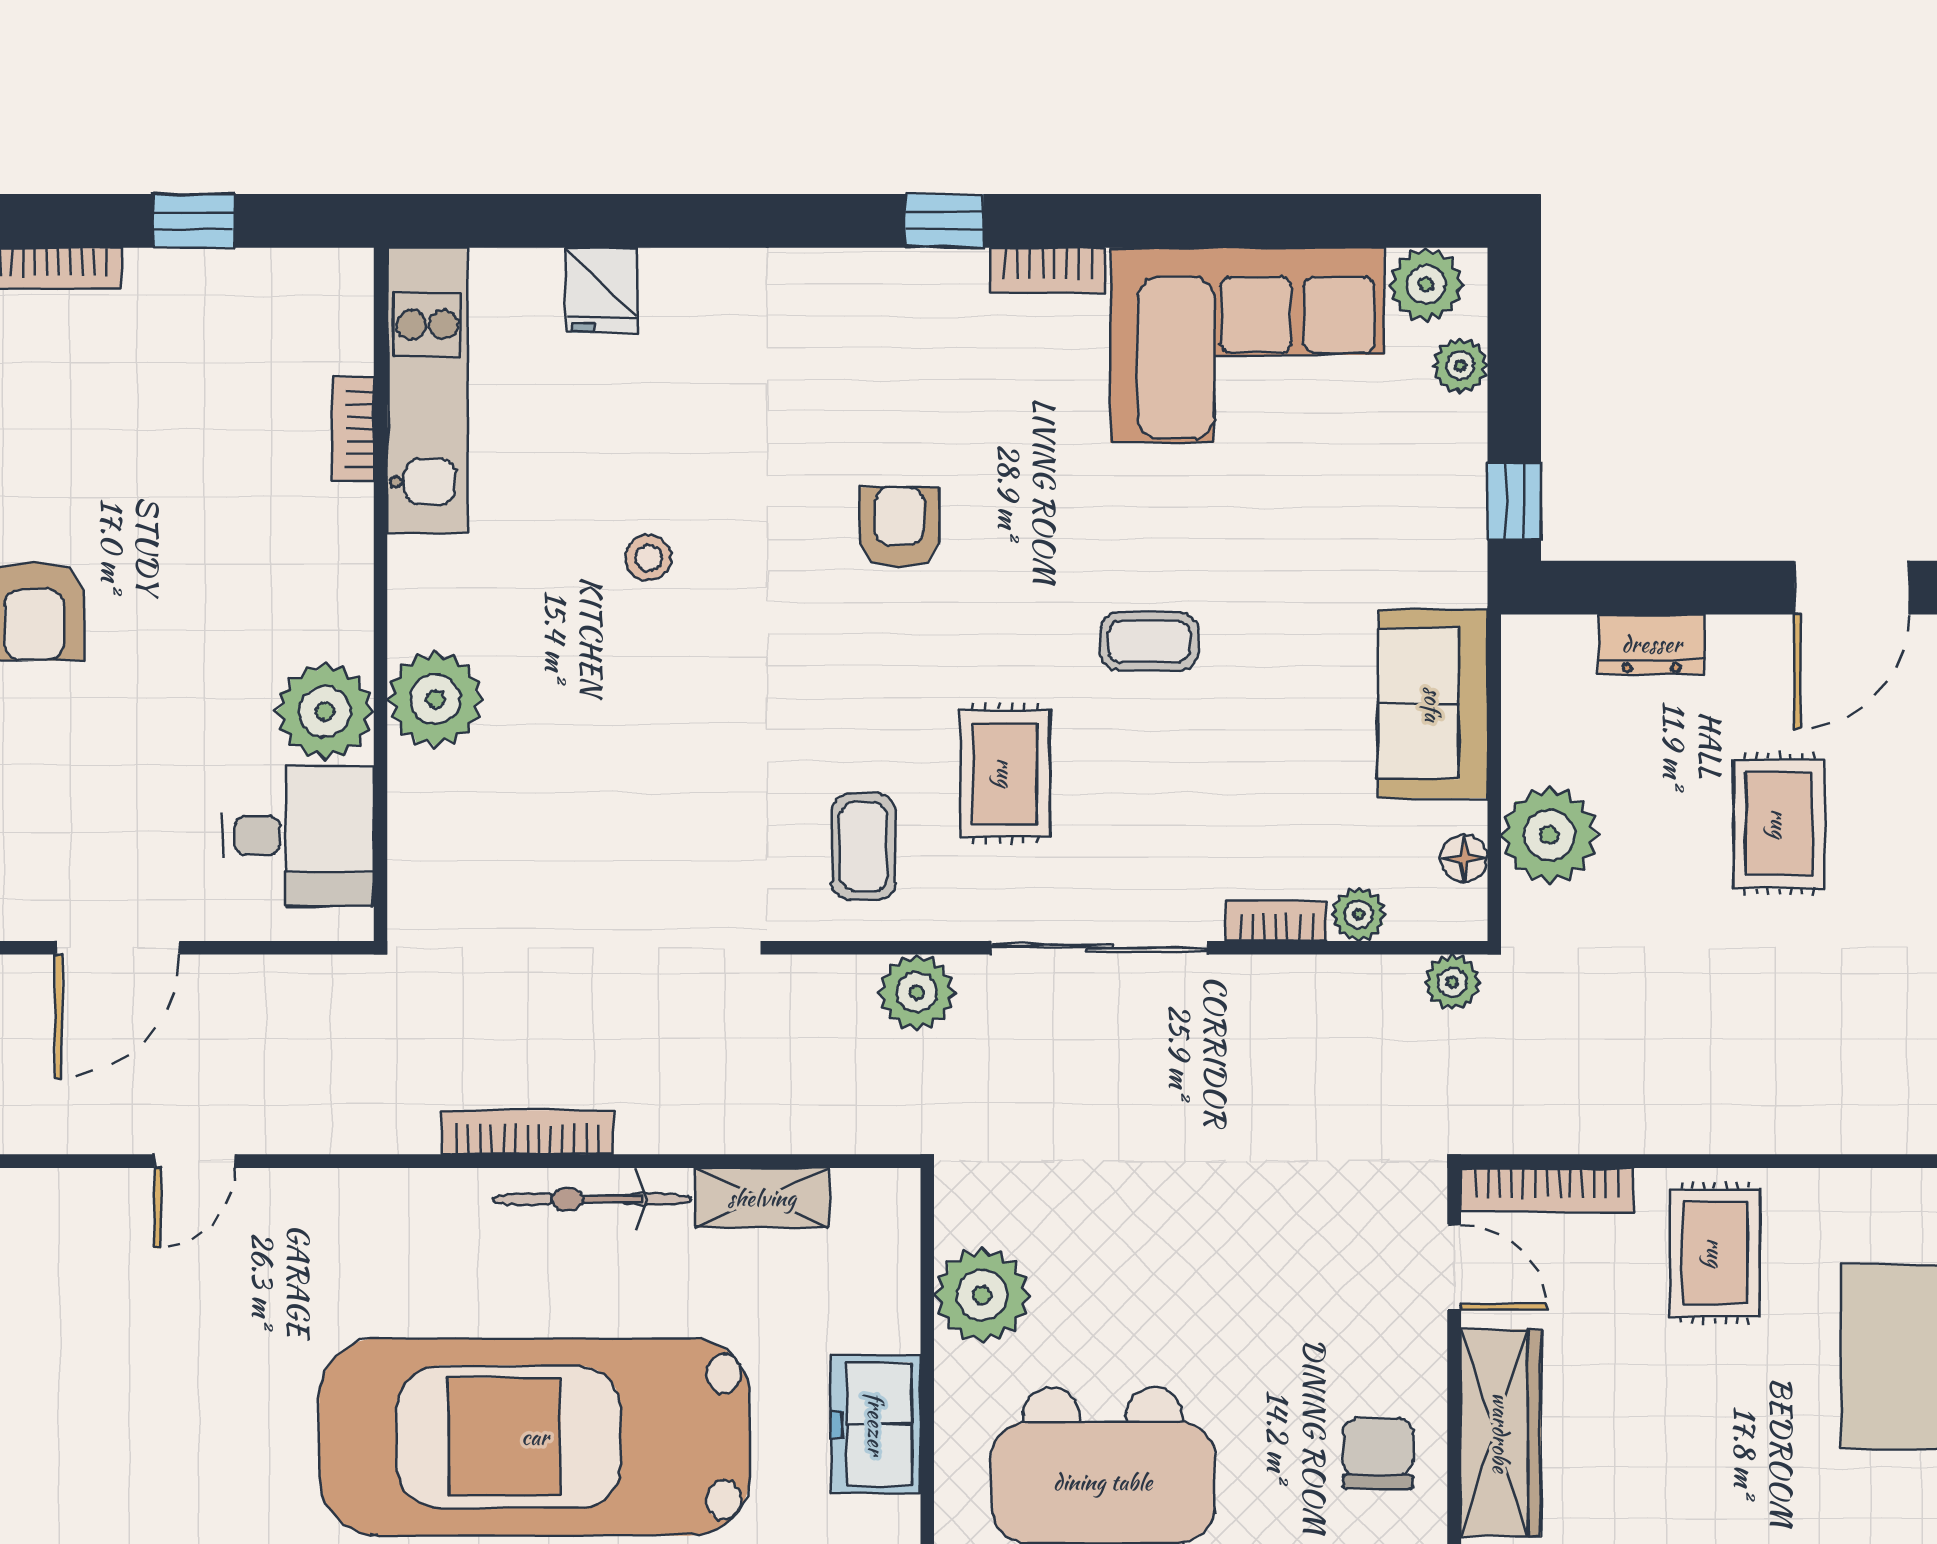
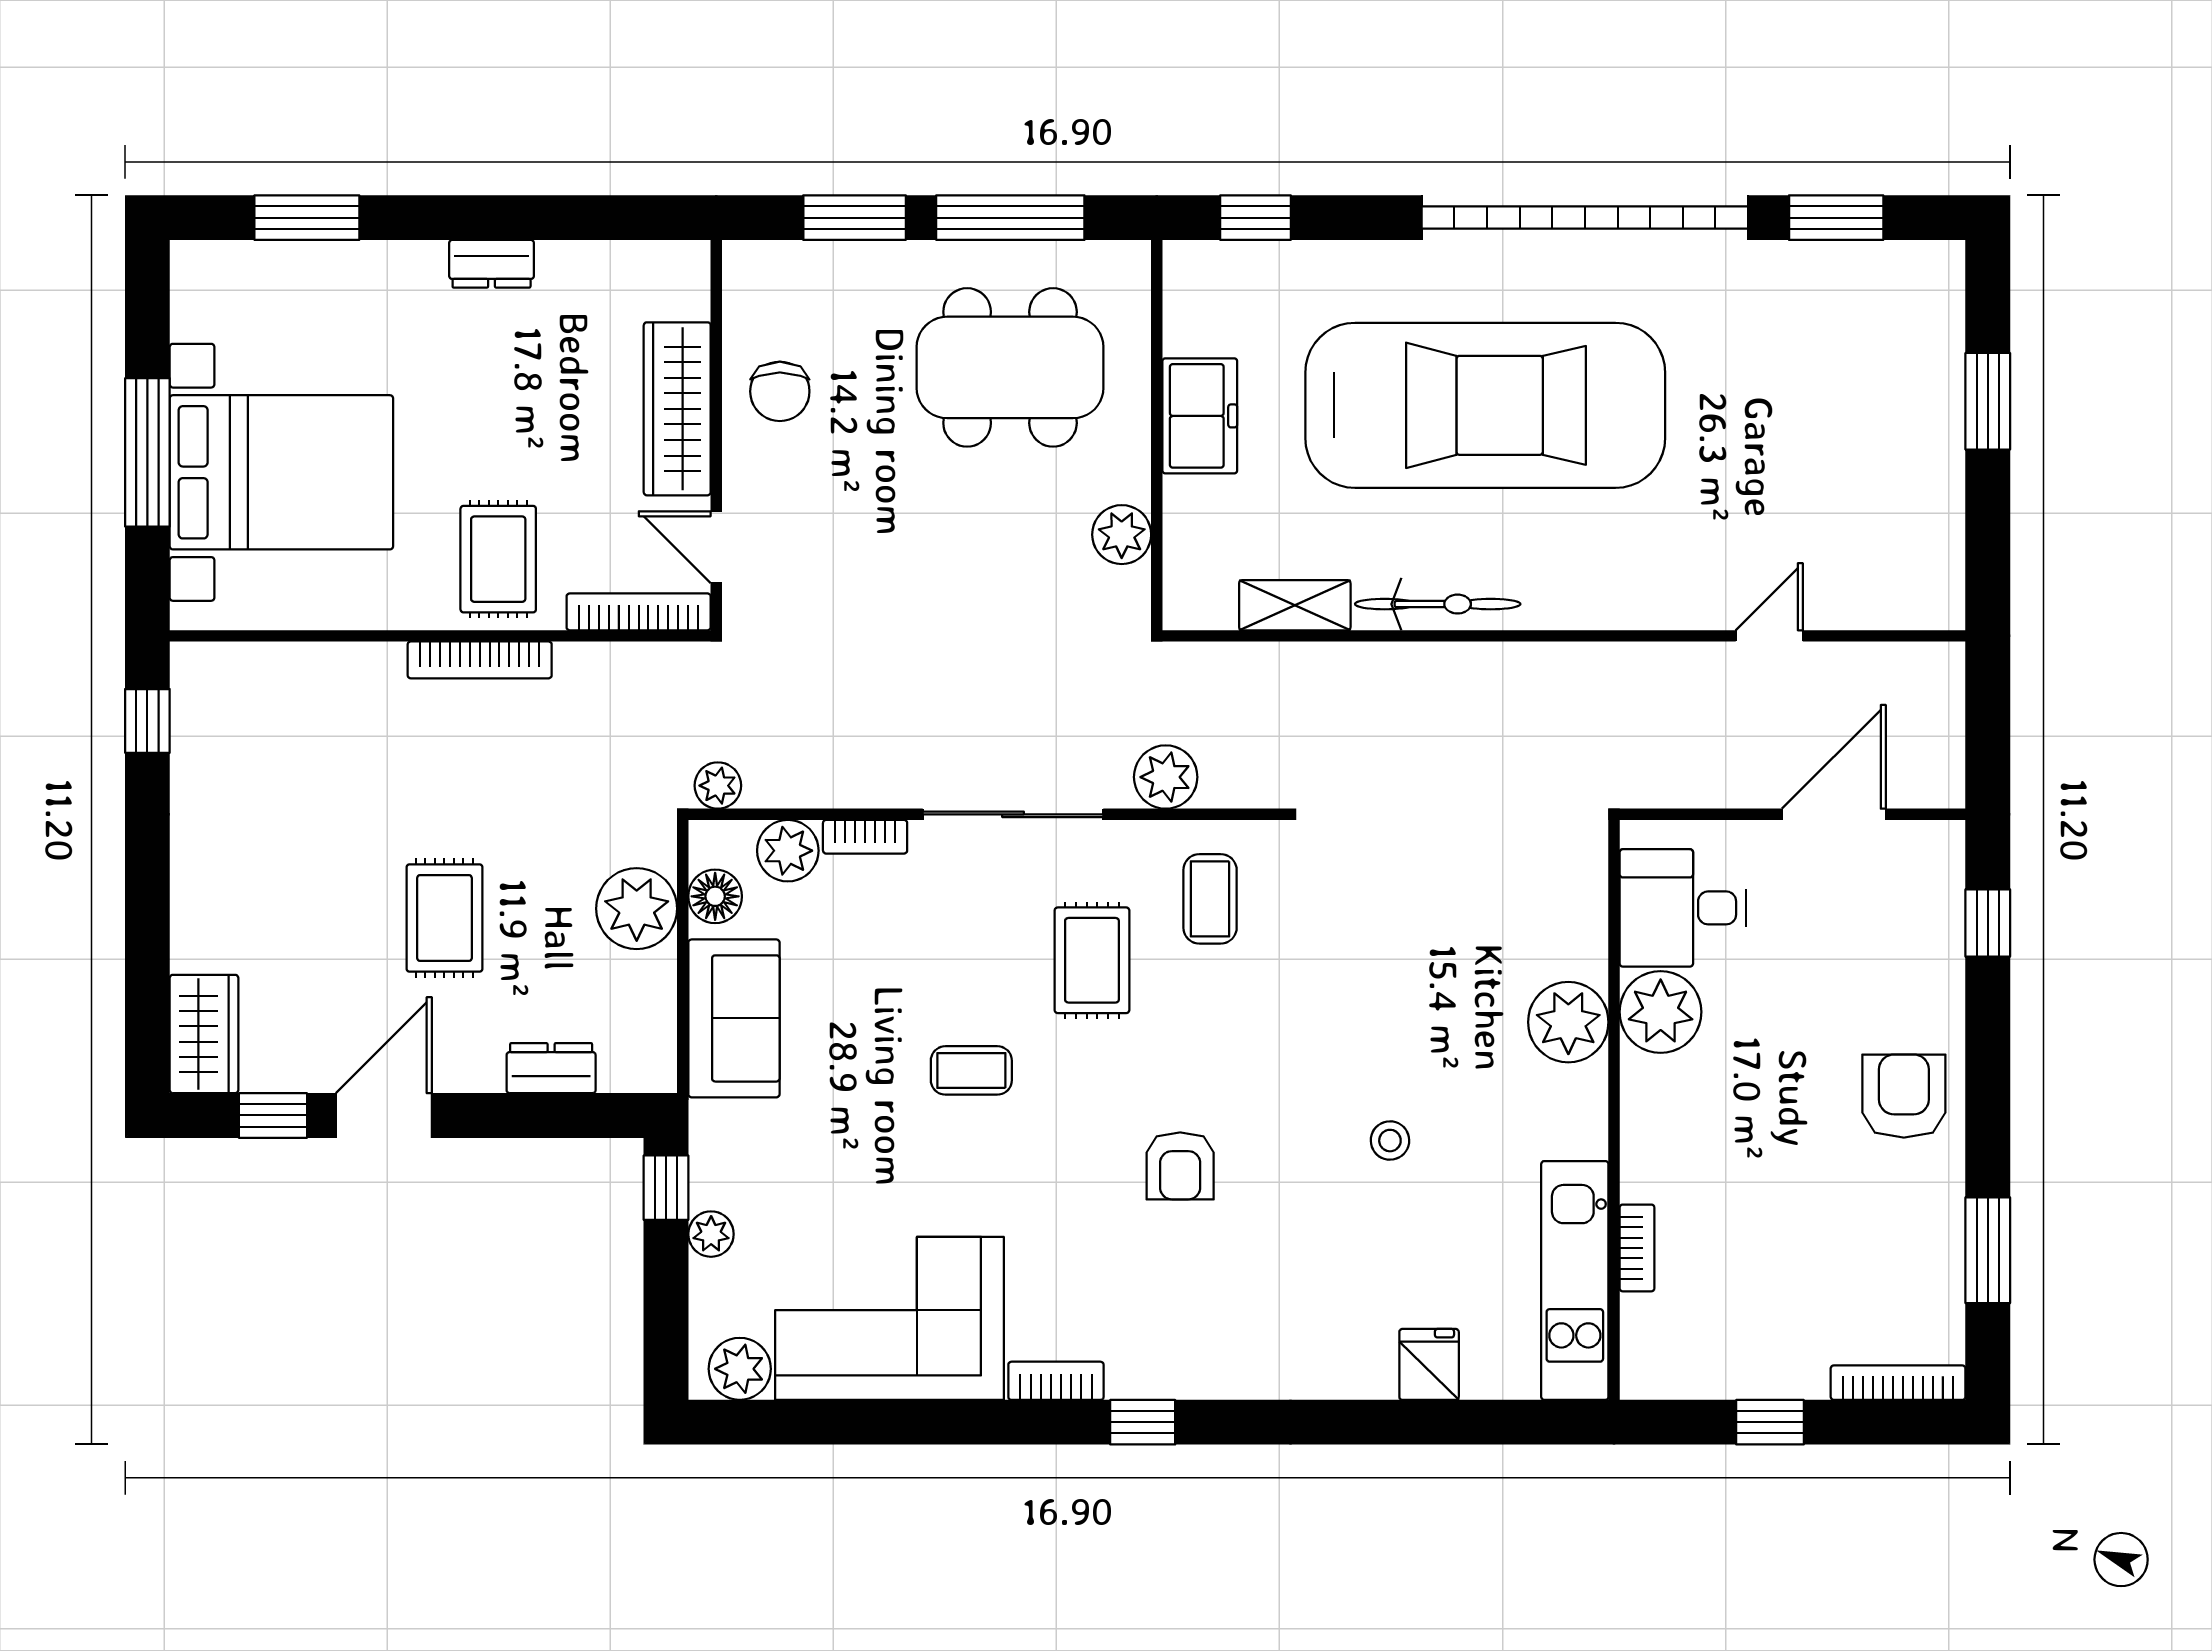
plant: (1460, 366) -> (711, 1234), moved
floor lamp: (1464, 858) -> (715, 896), width x1.37, depth x1.37
plant: (1359, 914) -> (788, 851), width x1.38, depth x1.38
bookcase: (528, 1132) -> (480, 660), moved
plant: (982, 1295) -> (1122, 535), width x0.73, depth x0.73

